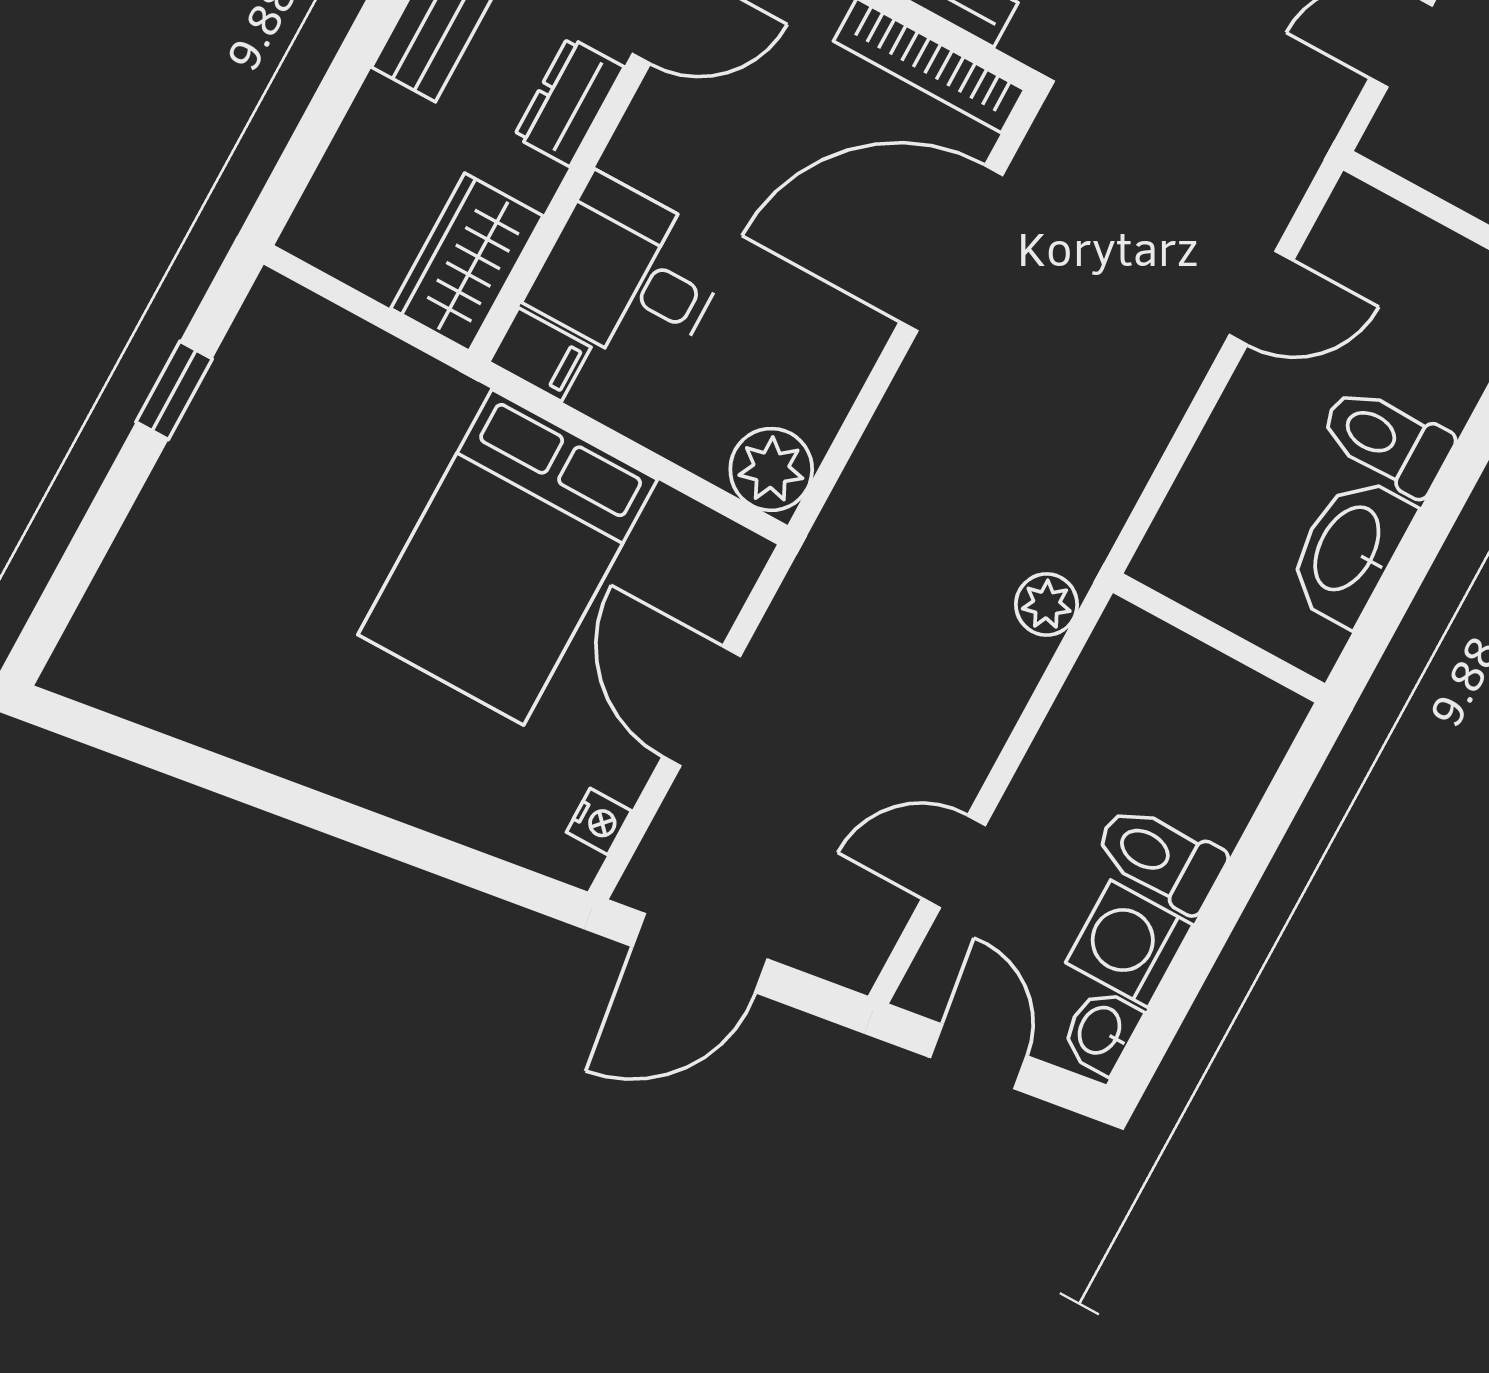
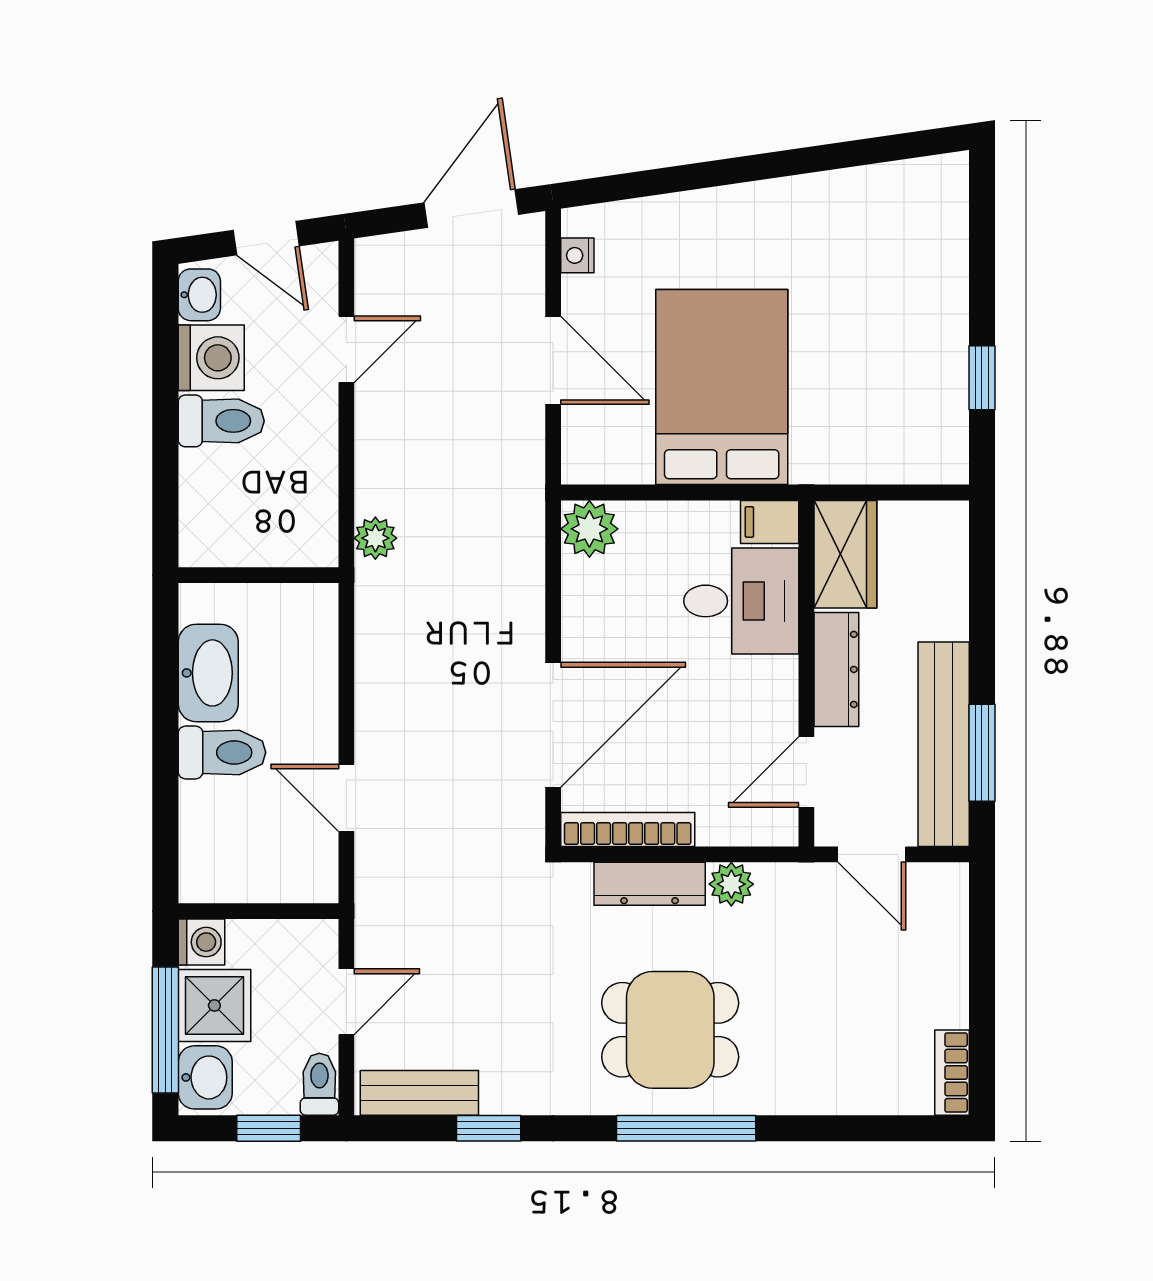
dresser: (569, 102) -> (836, 669), width x1.44
door: (1261, 298) -> (346, 798), hinge flipped

